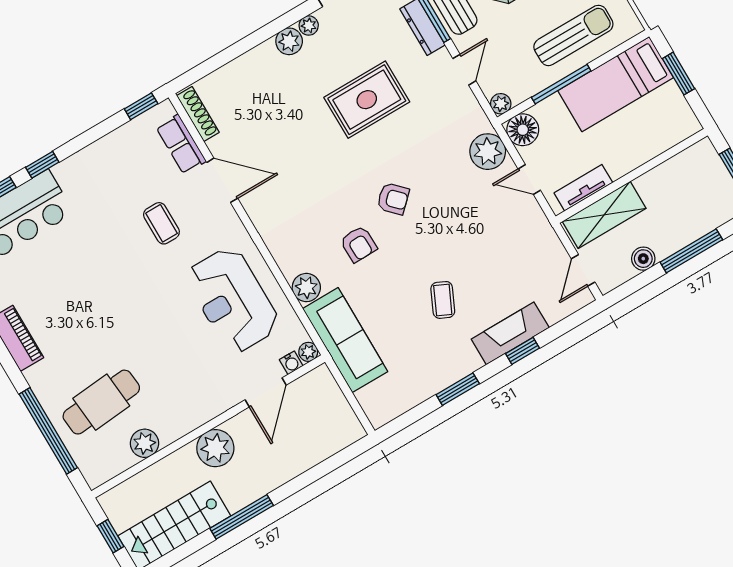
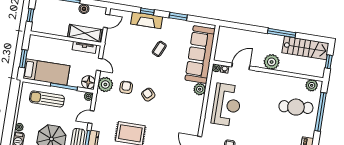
armchair: (359, 244) -> (126, 87), moved
sofa: (345, 340) -> (200, 54), width x1.36, depth x1.27
plant: (145, 443) -> (312, 85), moved

